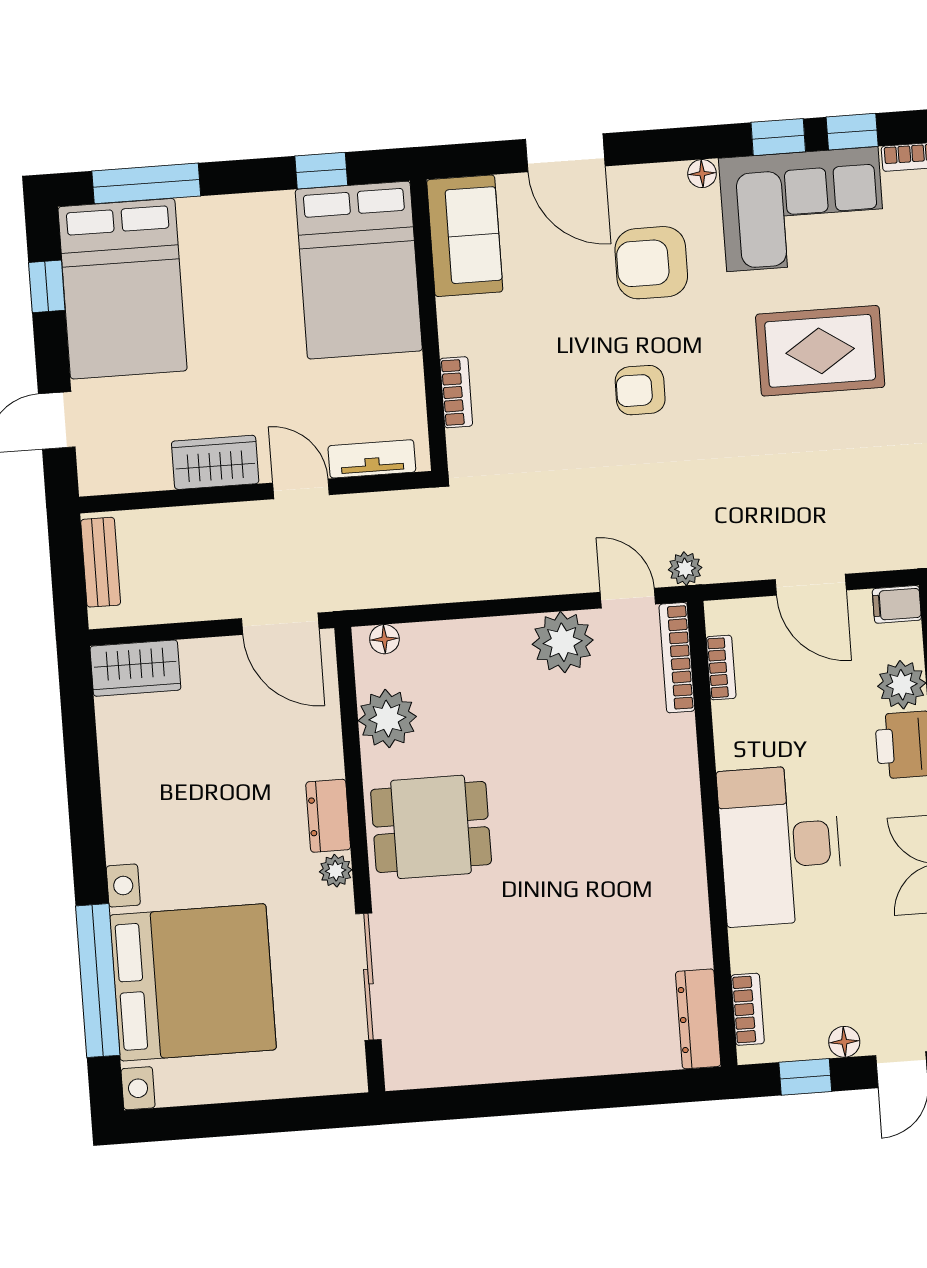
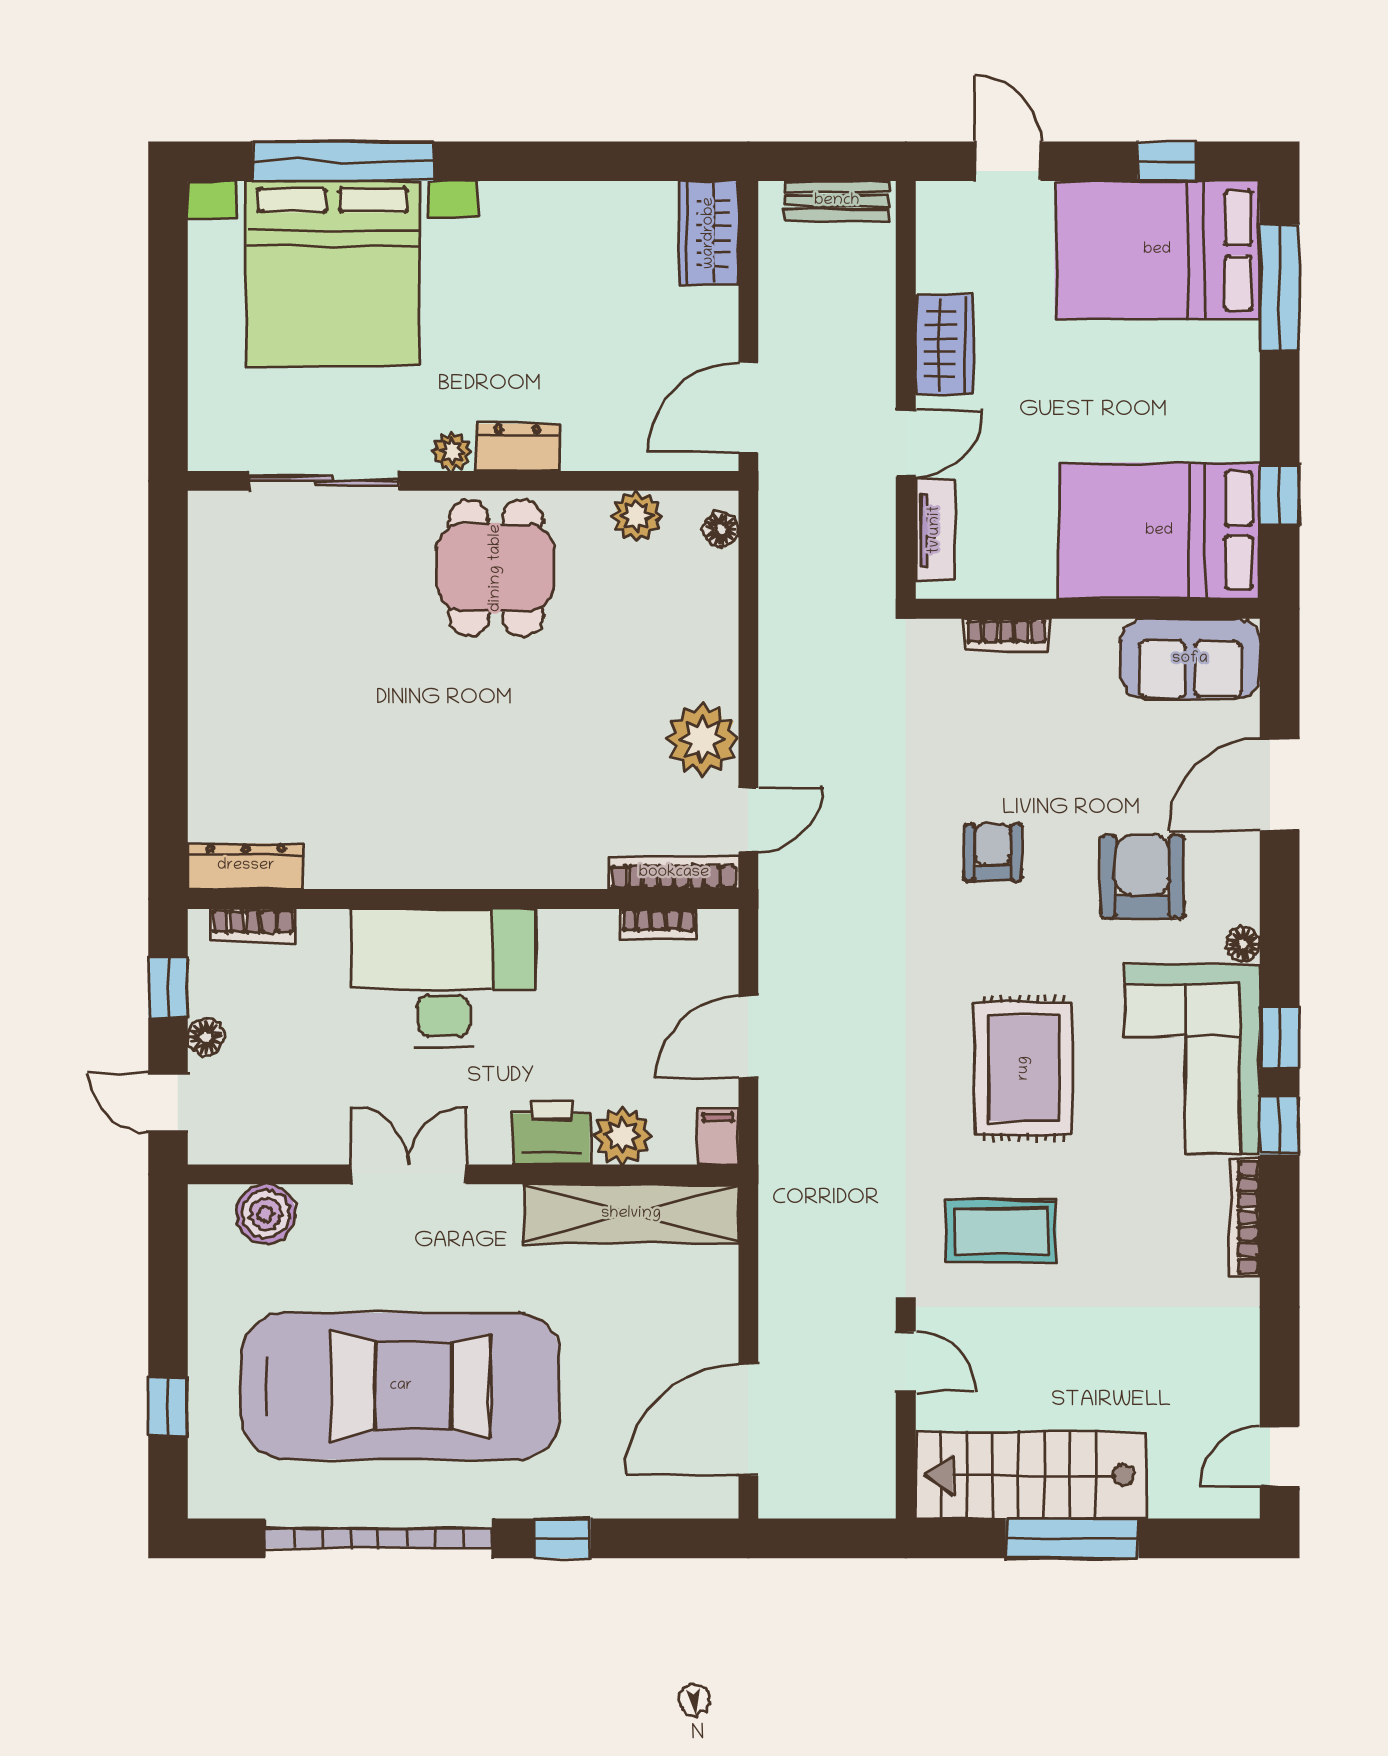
plant: (685, 569) -> (778, 890), removed
plant: (387, 719) -> (636, 516), width x0.73, depth x0.73

